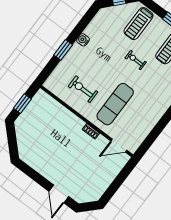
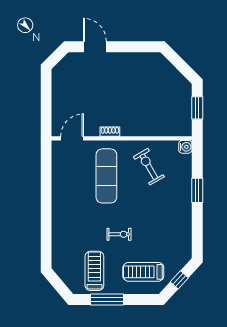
treadmill: (138, 24) -> (143, 272), turned -90
water cooler: (83, 40) -> (185, 147), moved
exercise bike: (83, 89) -> (149, 167), turned -120

